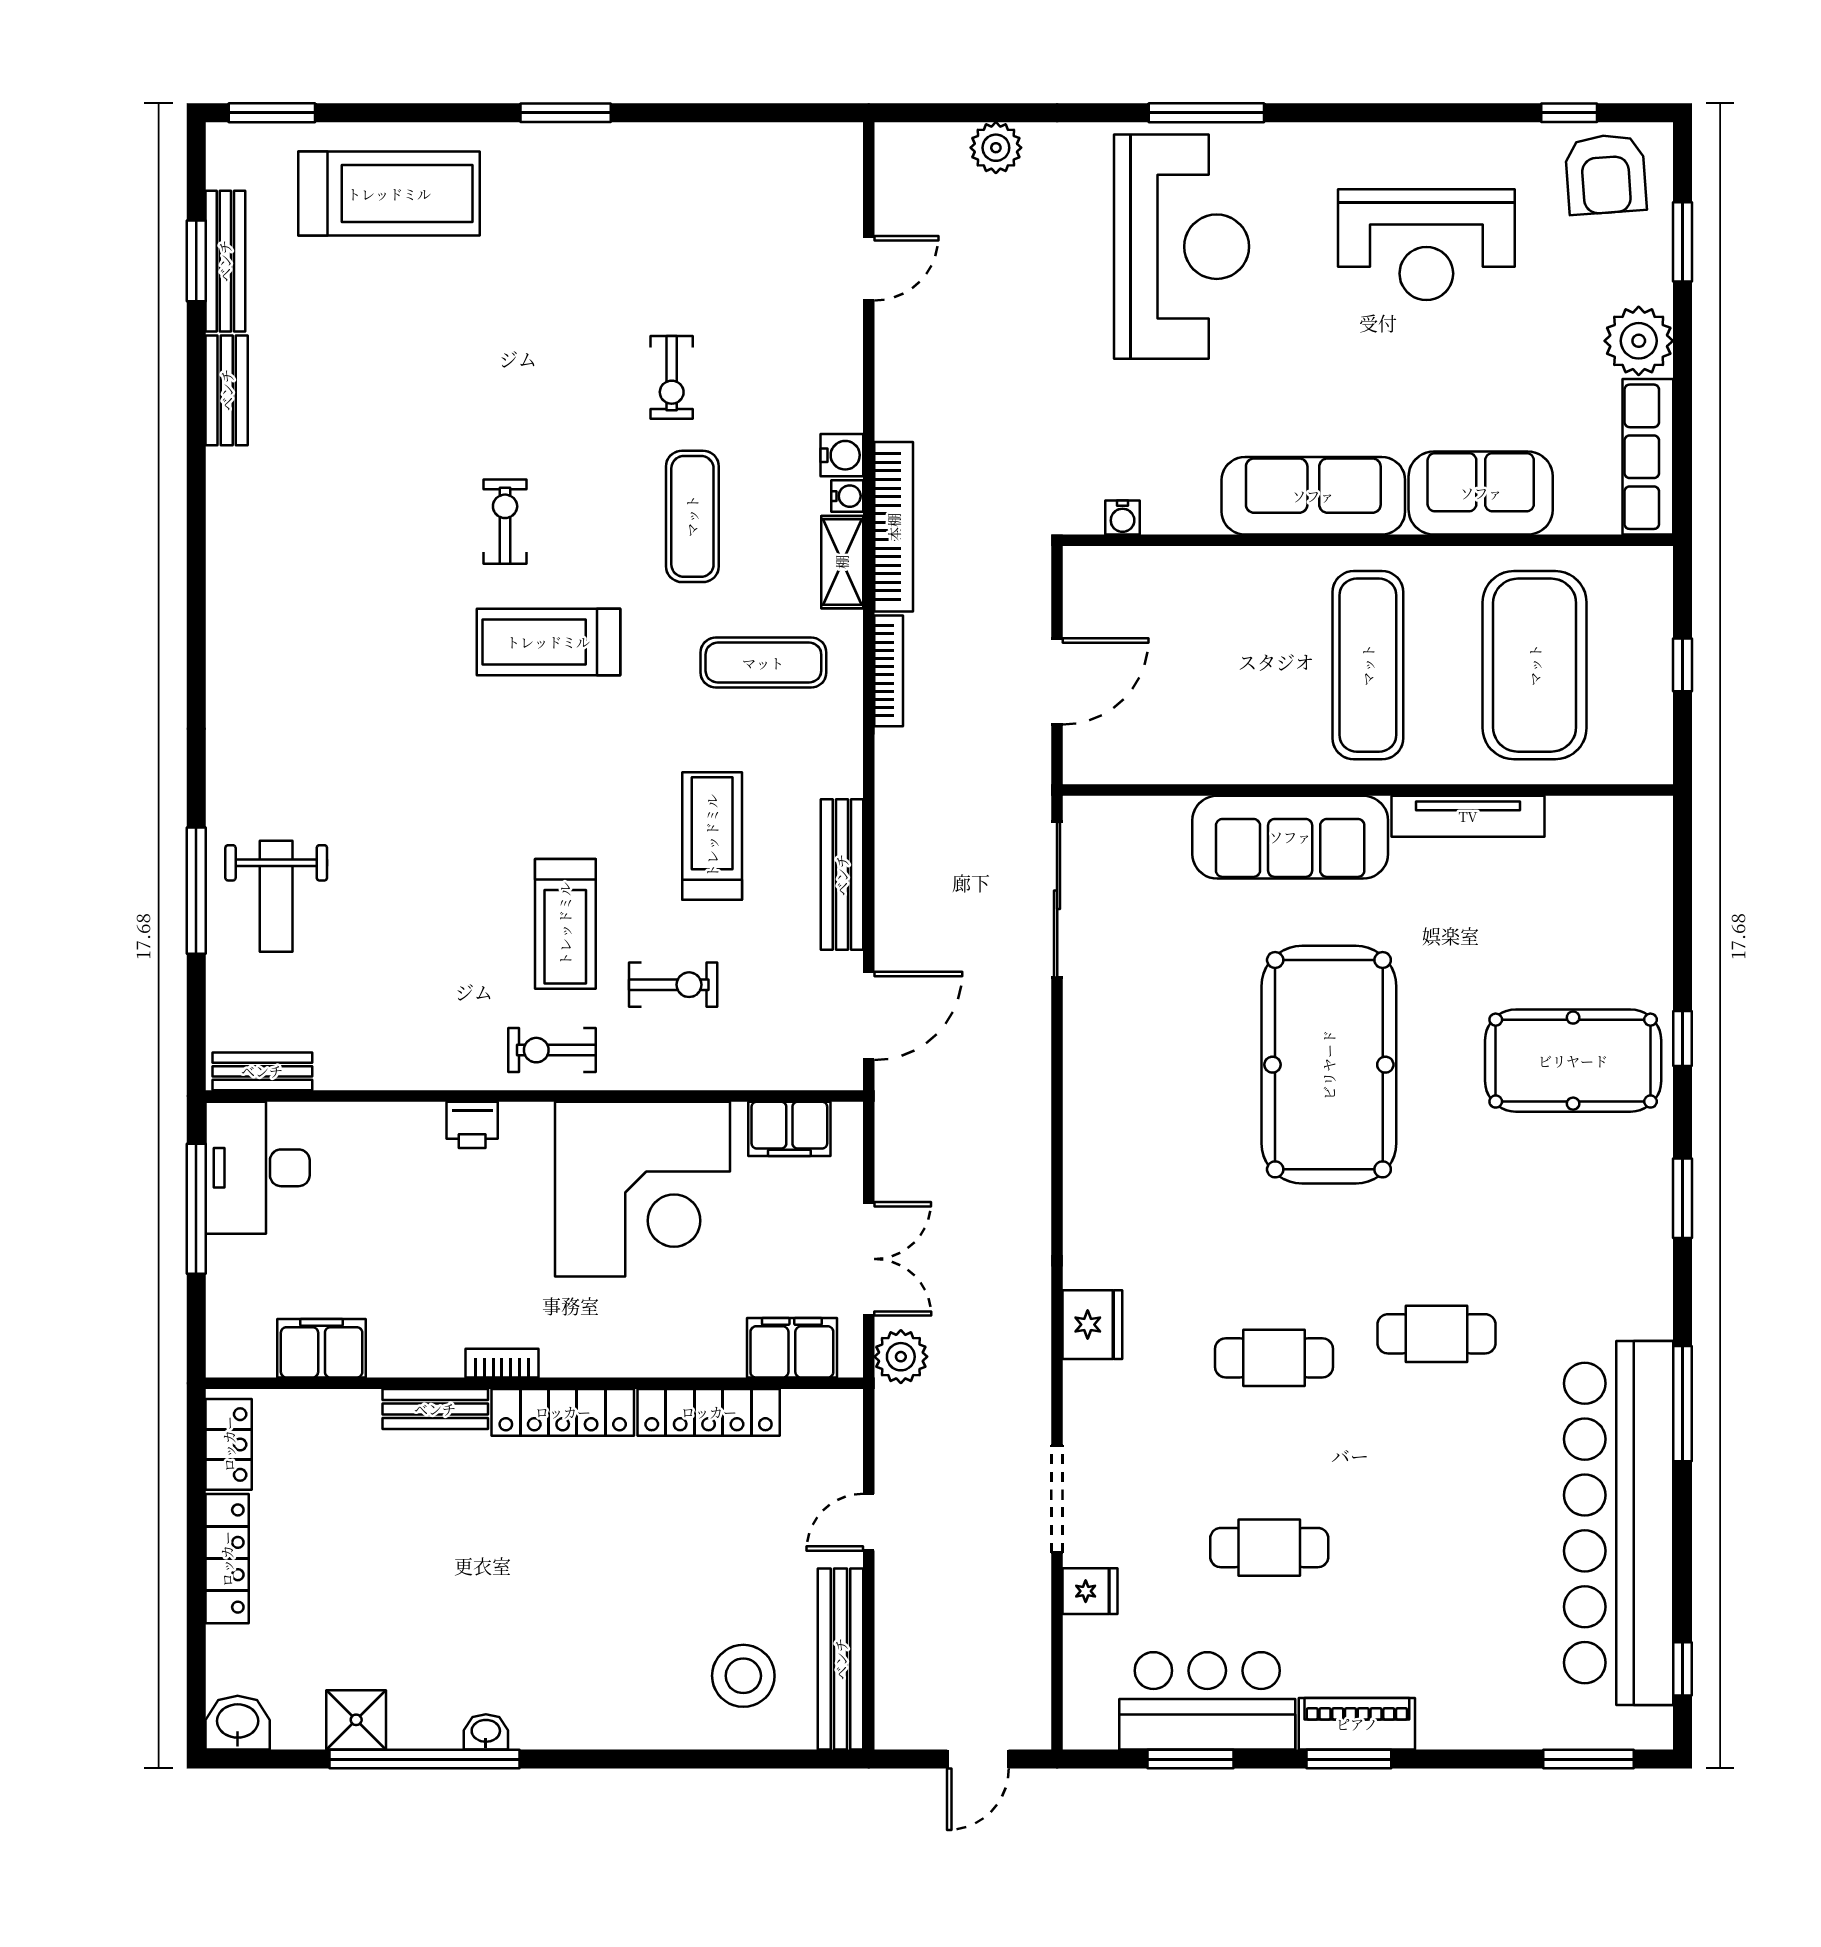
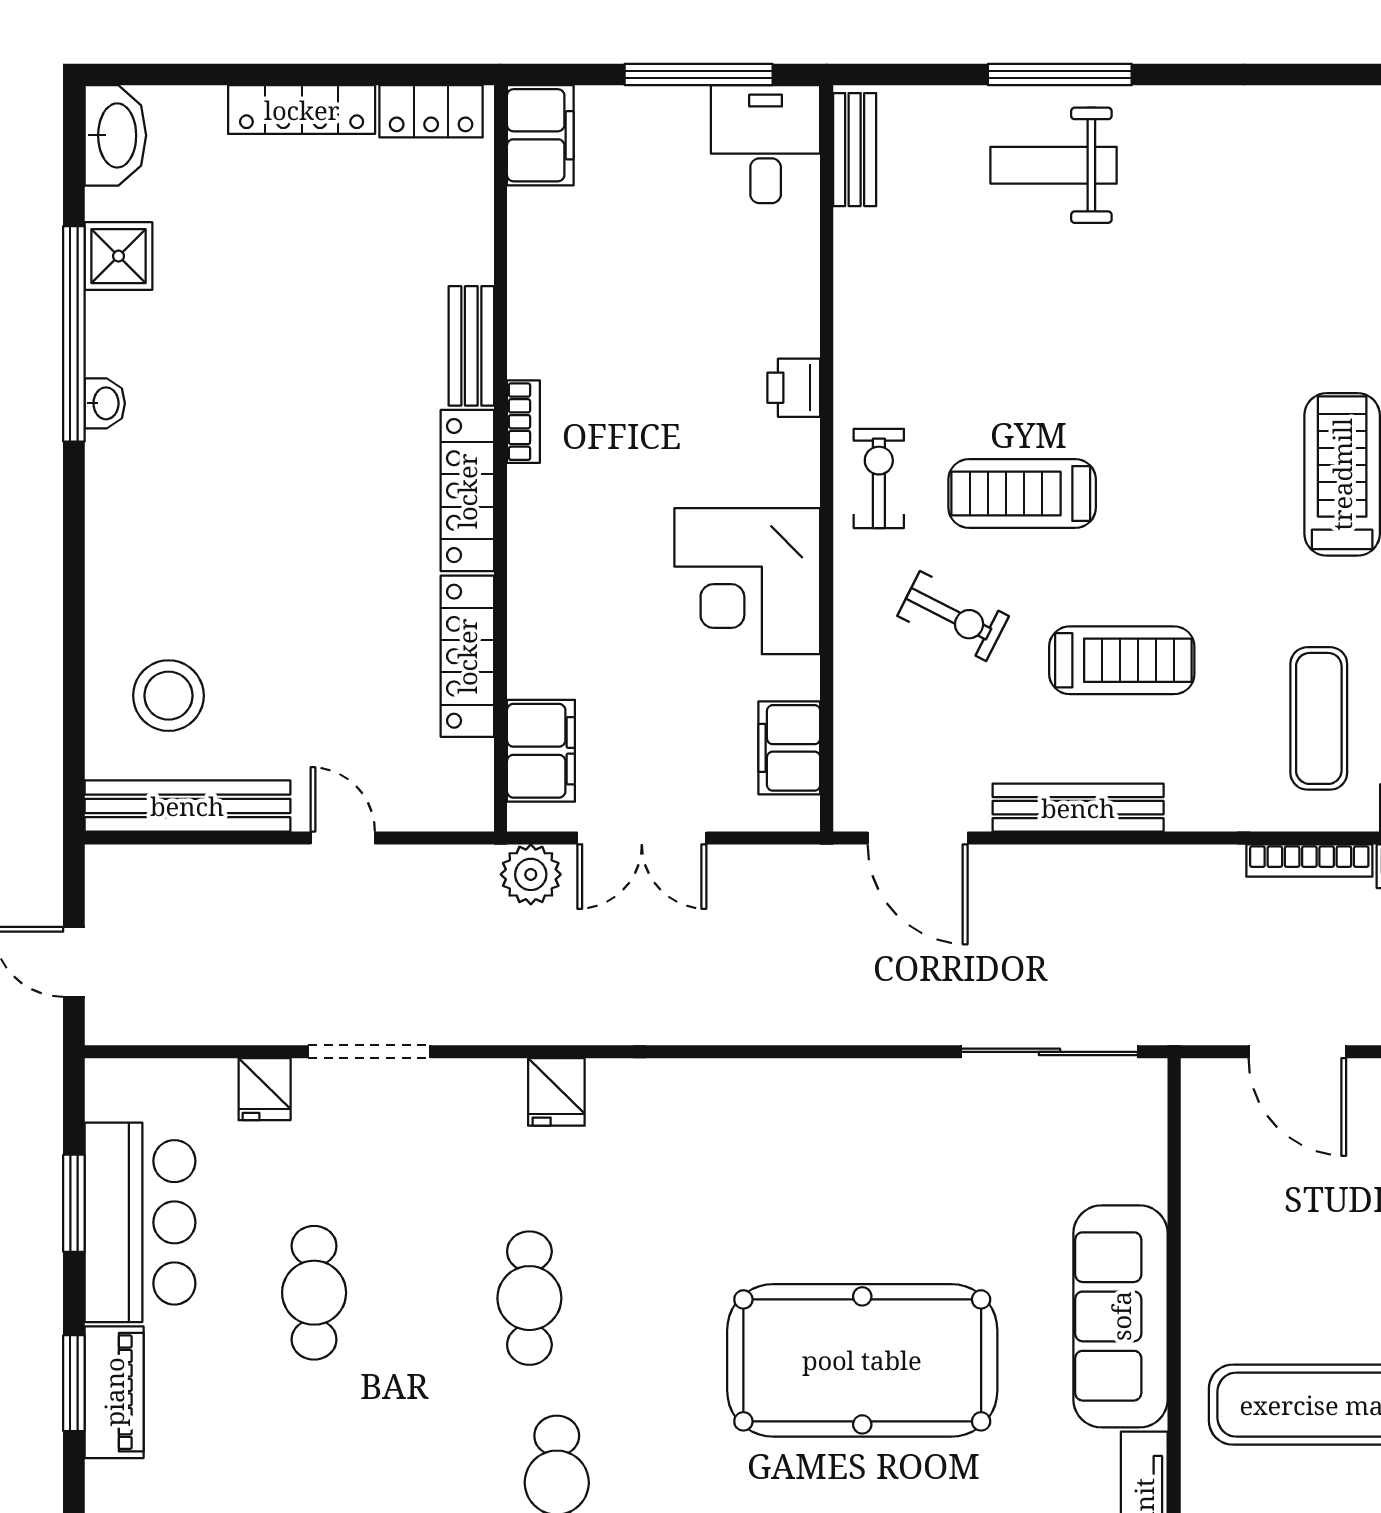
exercise bike: (673, 985) -> (953, 616), turned -63
desk: (258, 1168) -> (766, 144), width x0.73
corner desk: (643, 1189) -> (747, 581), width x0.74, depth x0.74
fridge: (1092, 1325) -> (556, 1092), width x0.72
filing cabinet: (322, 1348) -> (540, 135), moved
washbasin: (238, 1723) -> (115, 135), width x1.38

